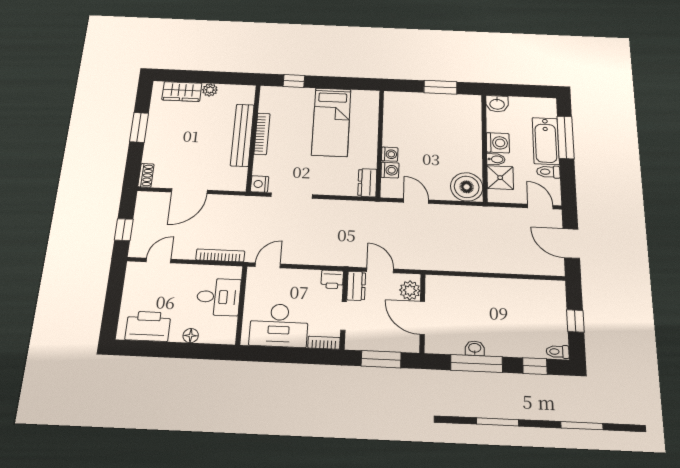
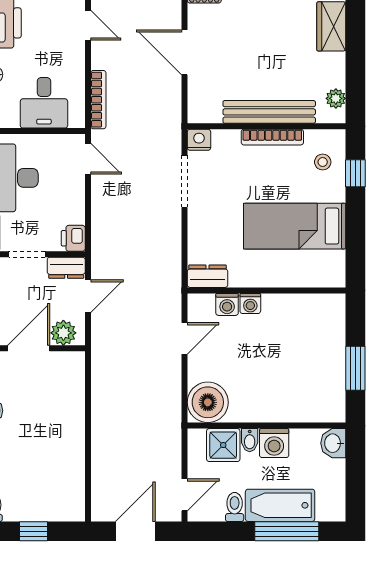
plant: (210, 90) -> (336, 98), moved
stool: (284, 102) -> (323, 162), added

